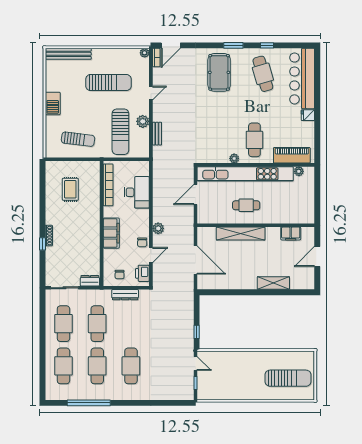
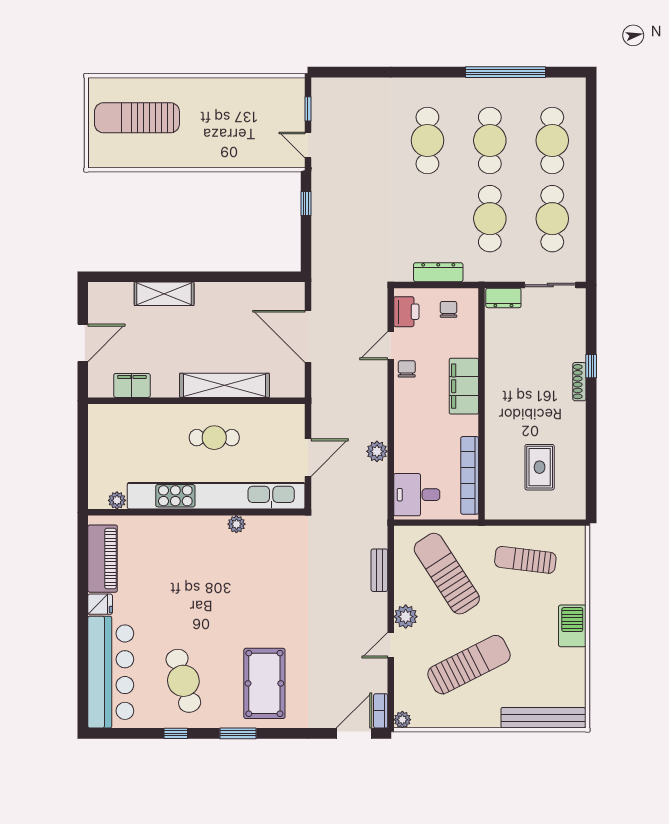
sun lounger: (108, 83) -> (469, 665), turned 153
plant: (143, 121) -> (406, 617), moved
sun lounger: (120, 132) -> (447, 574), turned -33
cafe table: (254, 140) -> (199, 559), removed
piano: (292, 155) -> (103, 559), moved, turned -90
desk: (137, 192) -> (417, 495), moved, width x0.73
plant: (158, 228) -> (377, 451), moved

